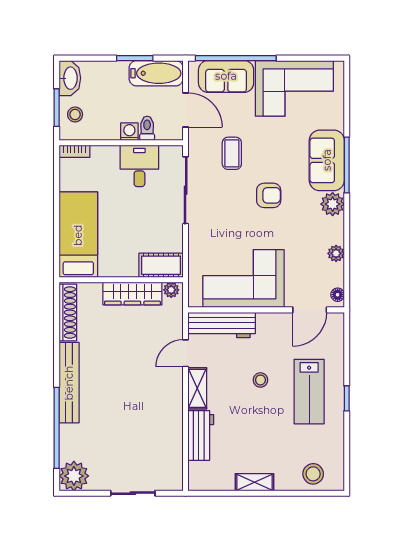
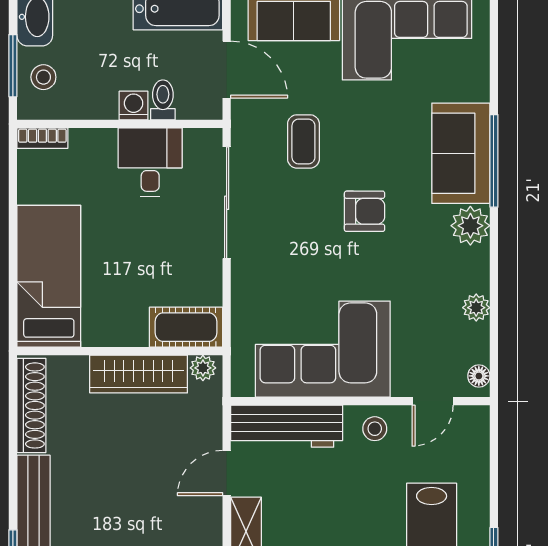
door: (310, 310) -> (433, 401), width x0.73
stool: (260, 380) -> (375, 429), moved

